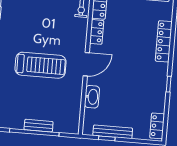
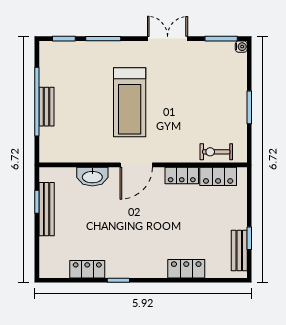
locker: (164, 41) -> (186, 269), width x0.66
door: (86, 64) -> (136, 165), hinge flipped
locker: (157, 126) -> (87, 269), moved

